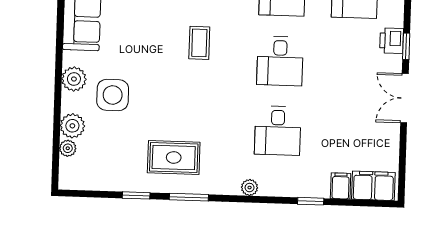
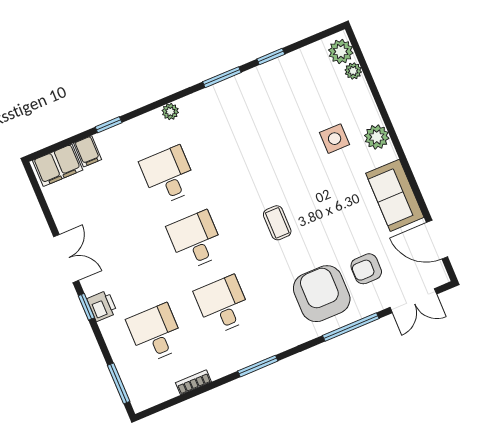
side table: (113, 95) -> (335, 139), width x0.73, depth x0.73
plant: (72, 126) -> (341, 52), moved
rug: (174, 158) -> (252, 107), removed

